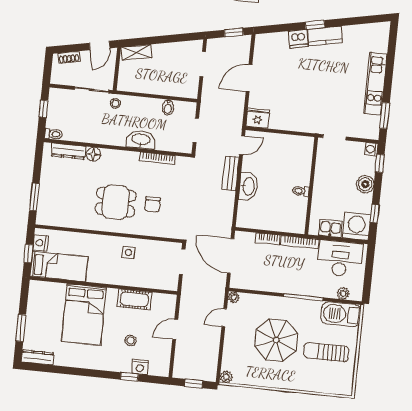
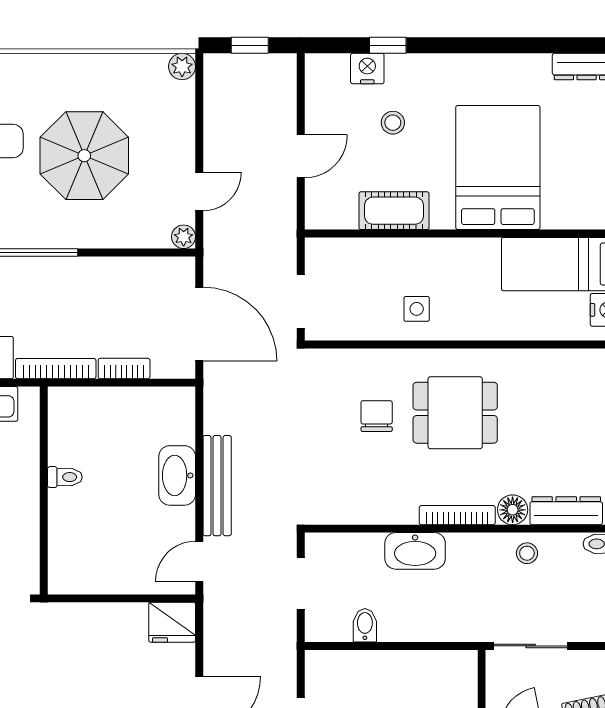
stool: (115, 103) -> (527, 553), moved
bookcase: (158, 158) -> (457, 515), moved
bench: (231, 173) -> (217, 486), width x1.36

